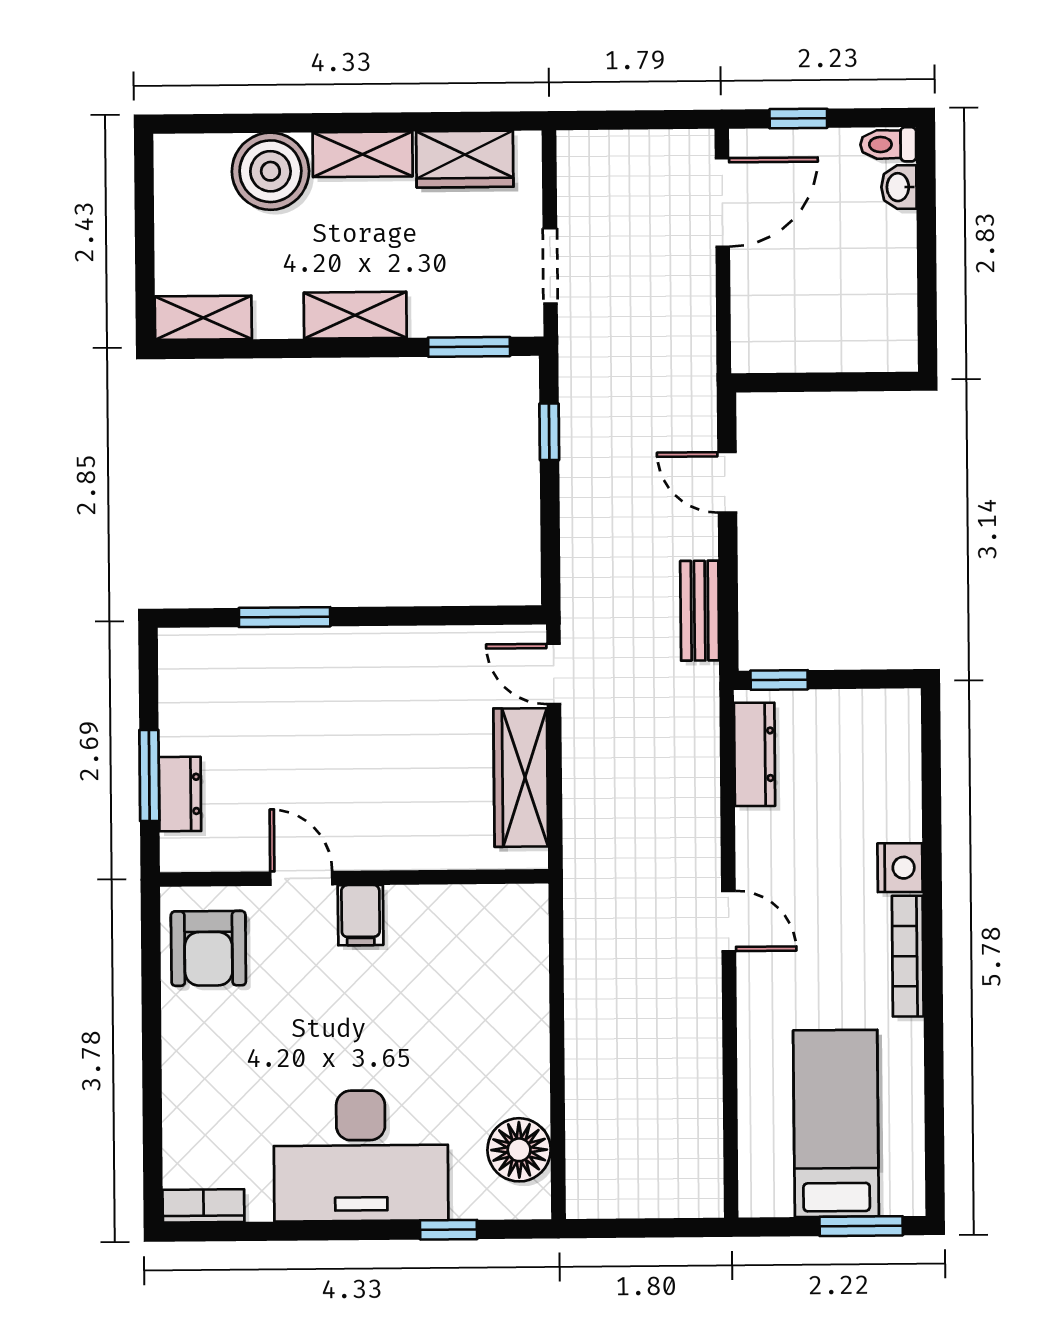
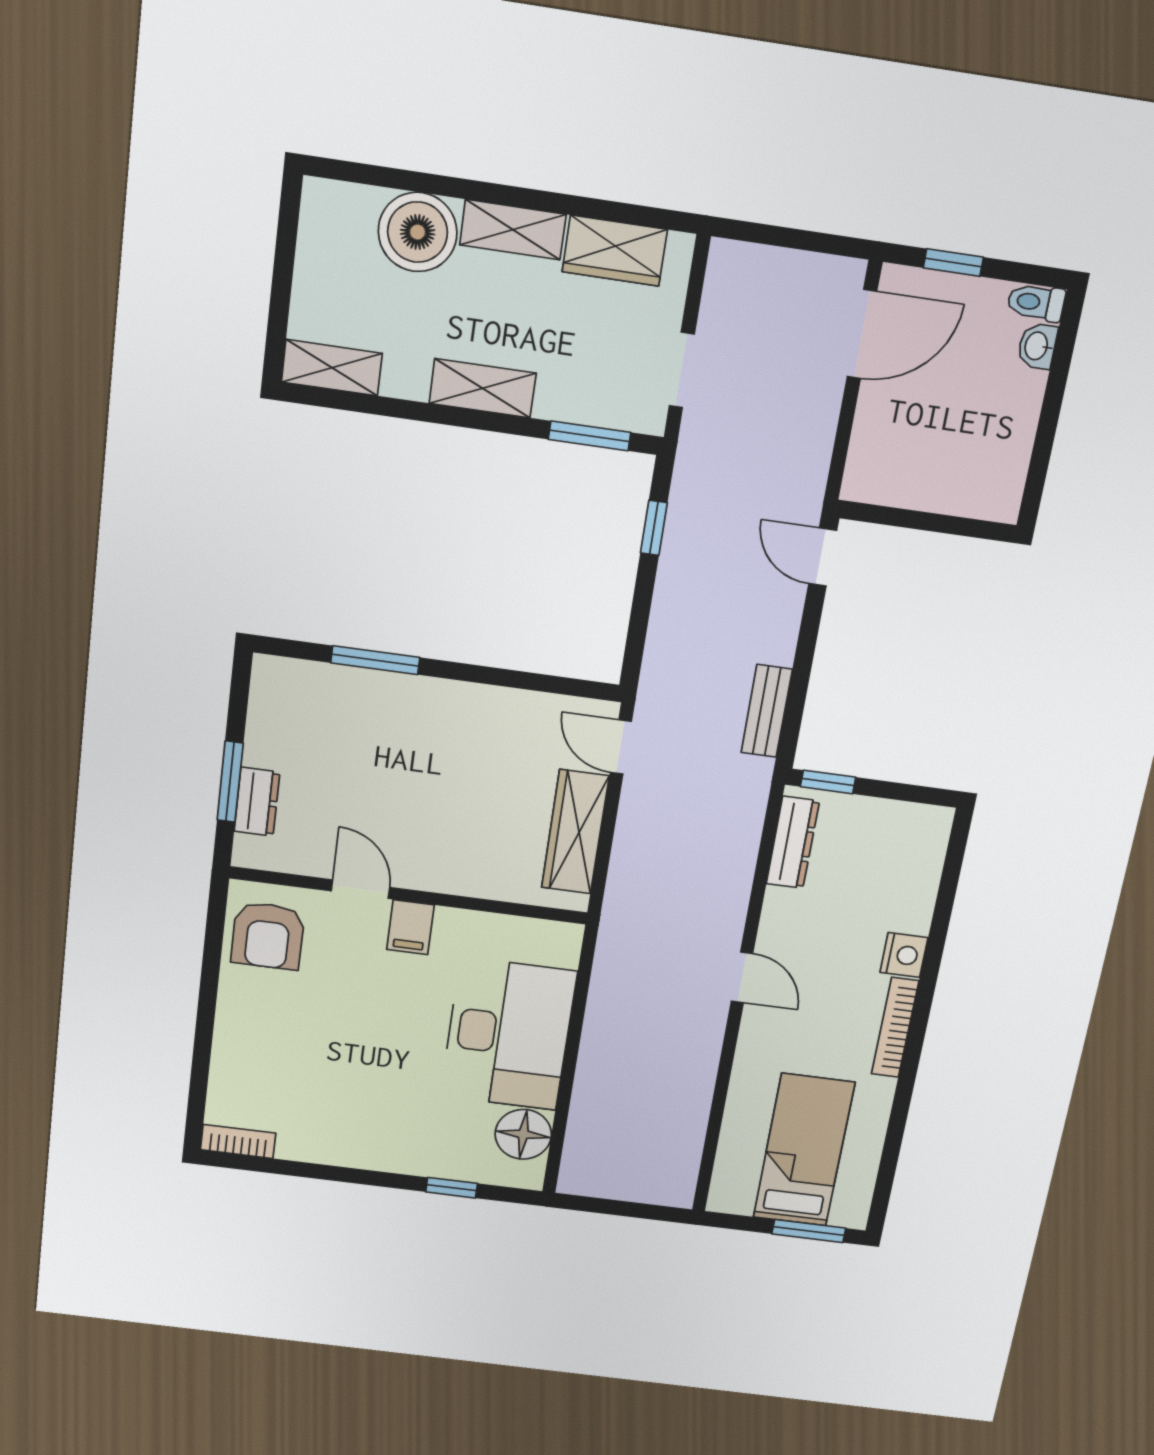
door: (727, 482) -> (823, 557), moved
desk: (361, 1156) -> (508, 1034), moved, turned -90

